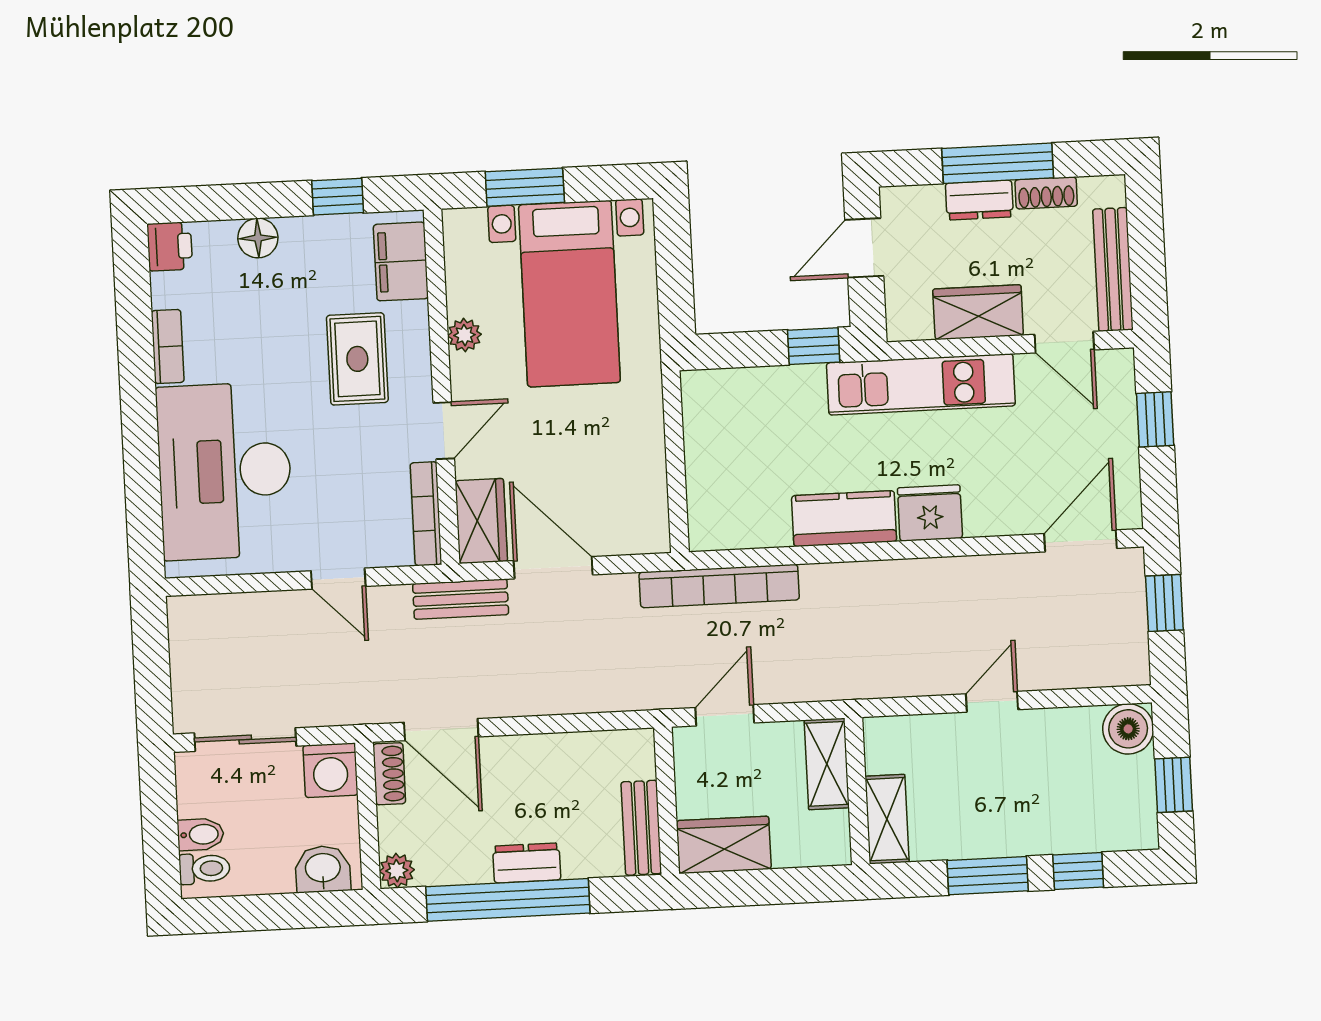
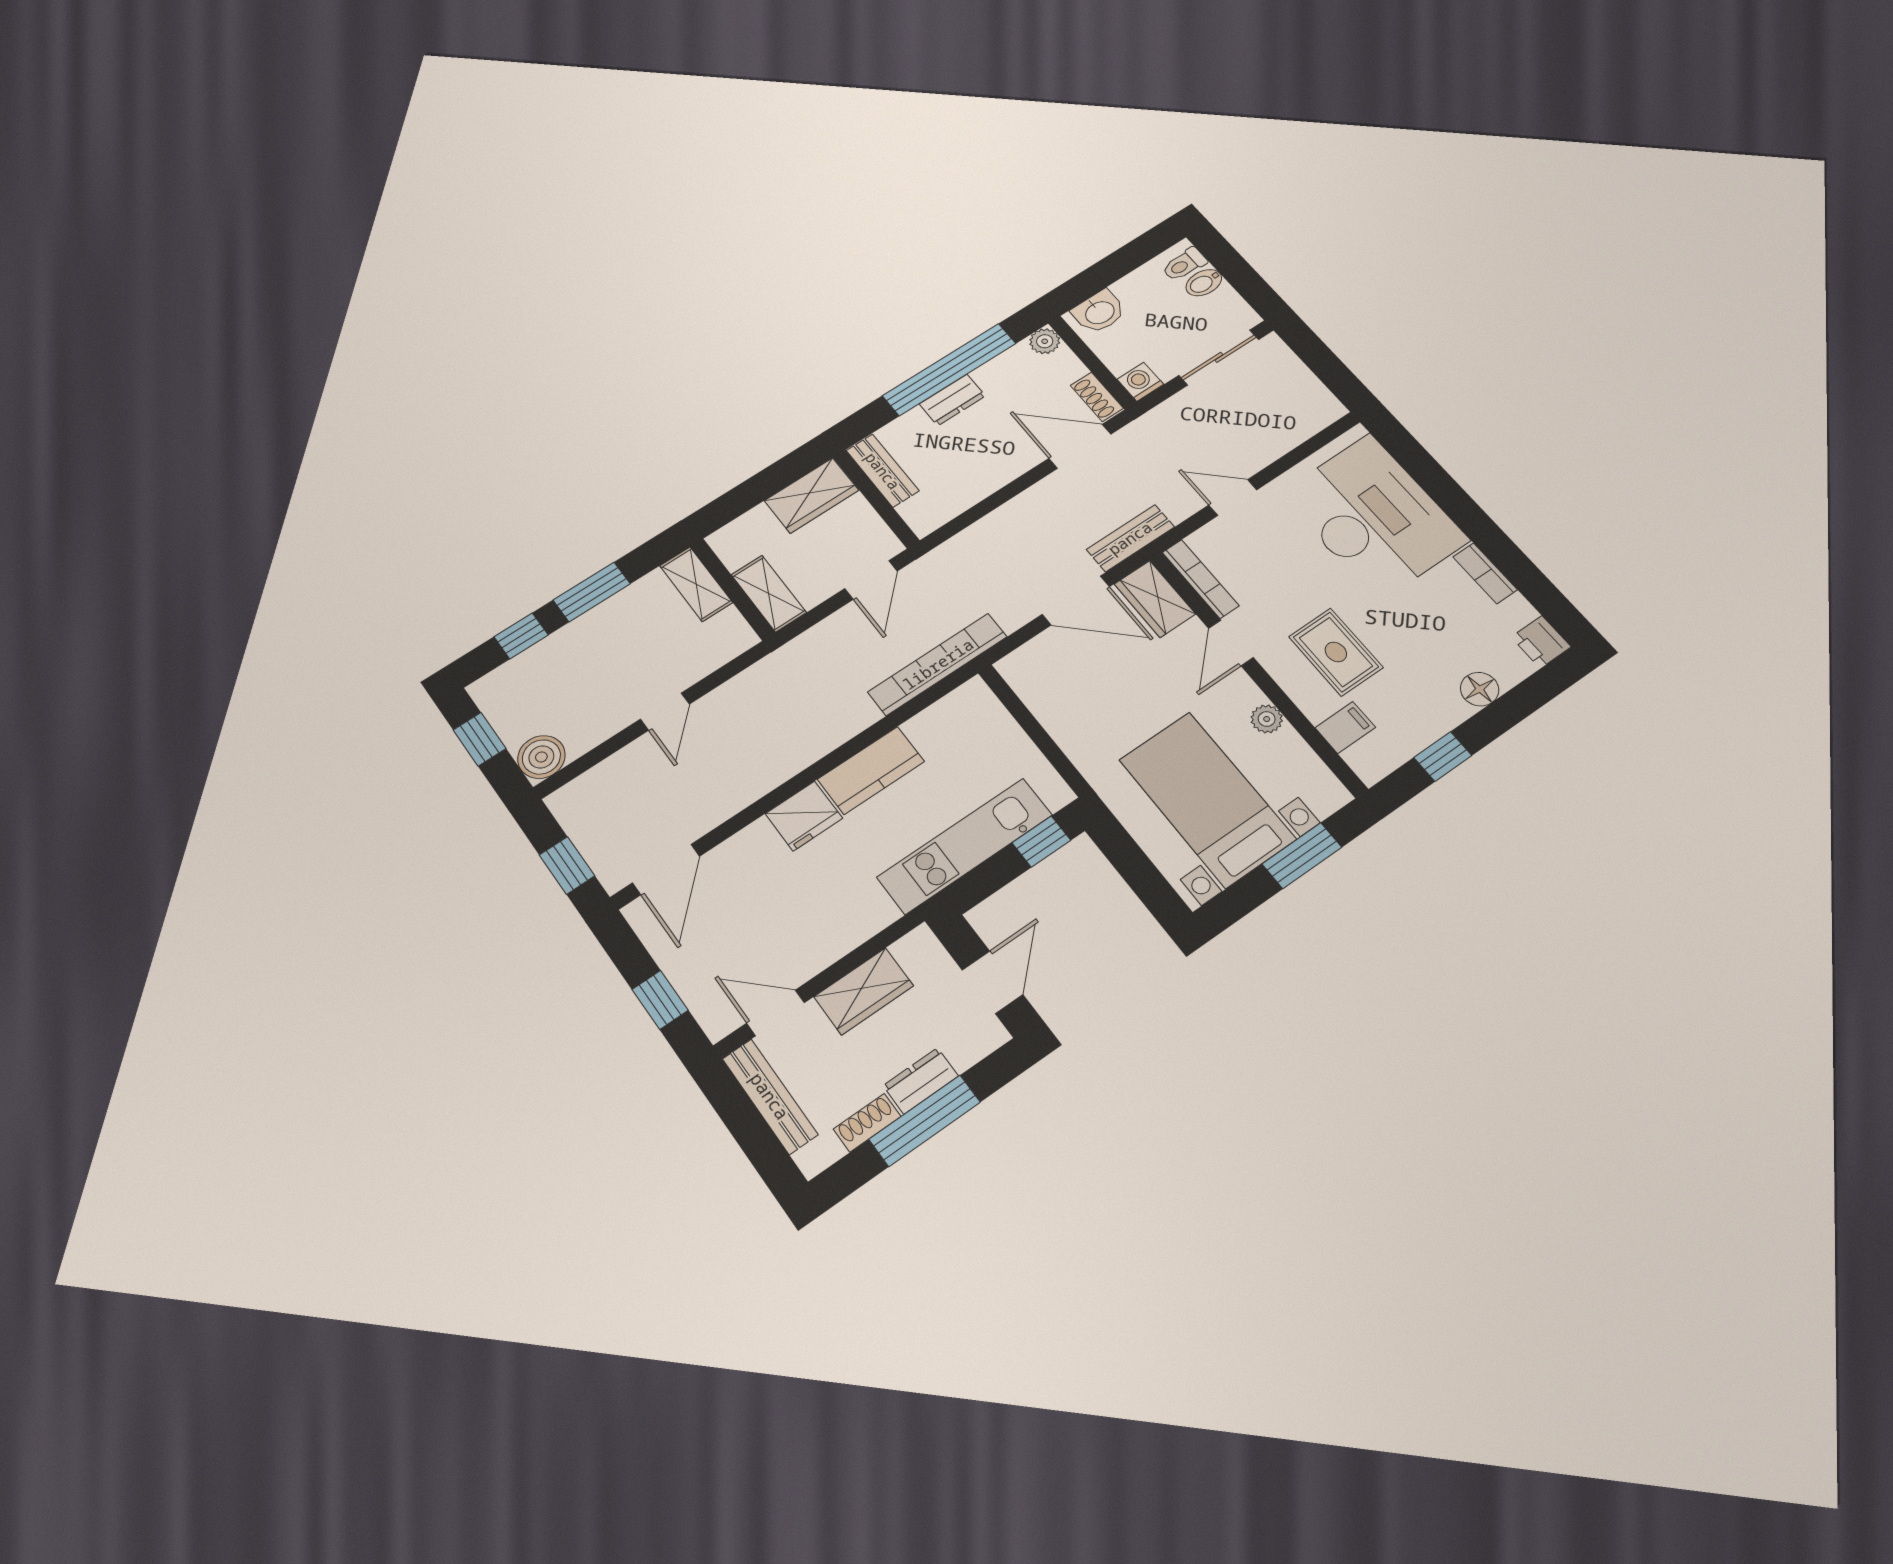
filing cabinet: (401, 261) -> (1345, 727), width x0.50
window: (814, 346) -> (1041, 842), moved
kitchen unit: (921, 384) -> (965, 846), moved
washing machine: (330, 770) -> (1140, 382), width x0.73, depth x0.73

